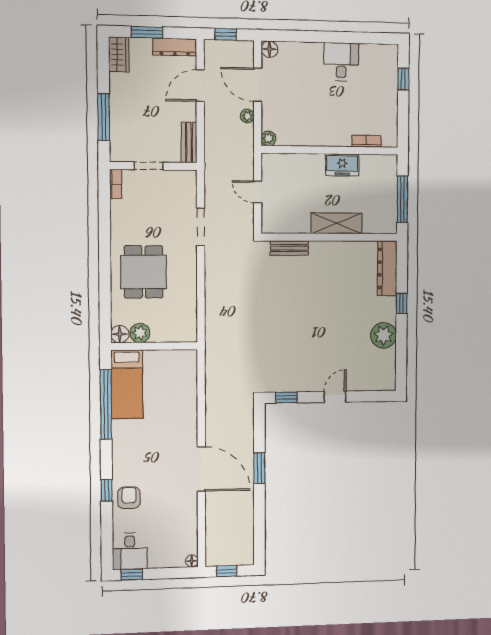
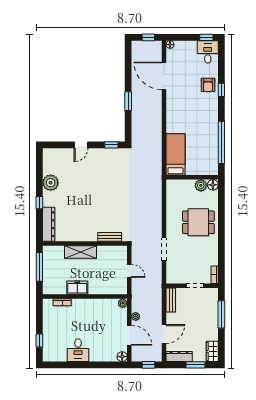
dining table: (144, 272) -> (198, 222), turned 90
bed: (127, 384) -> (175, 154), moved
door: (201, 469) -> (164, 76), moved

